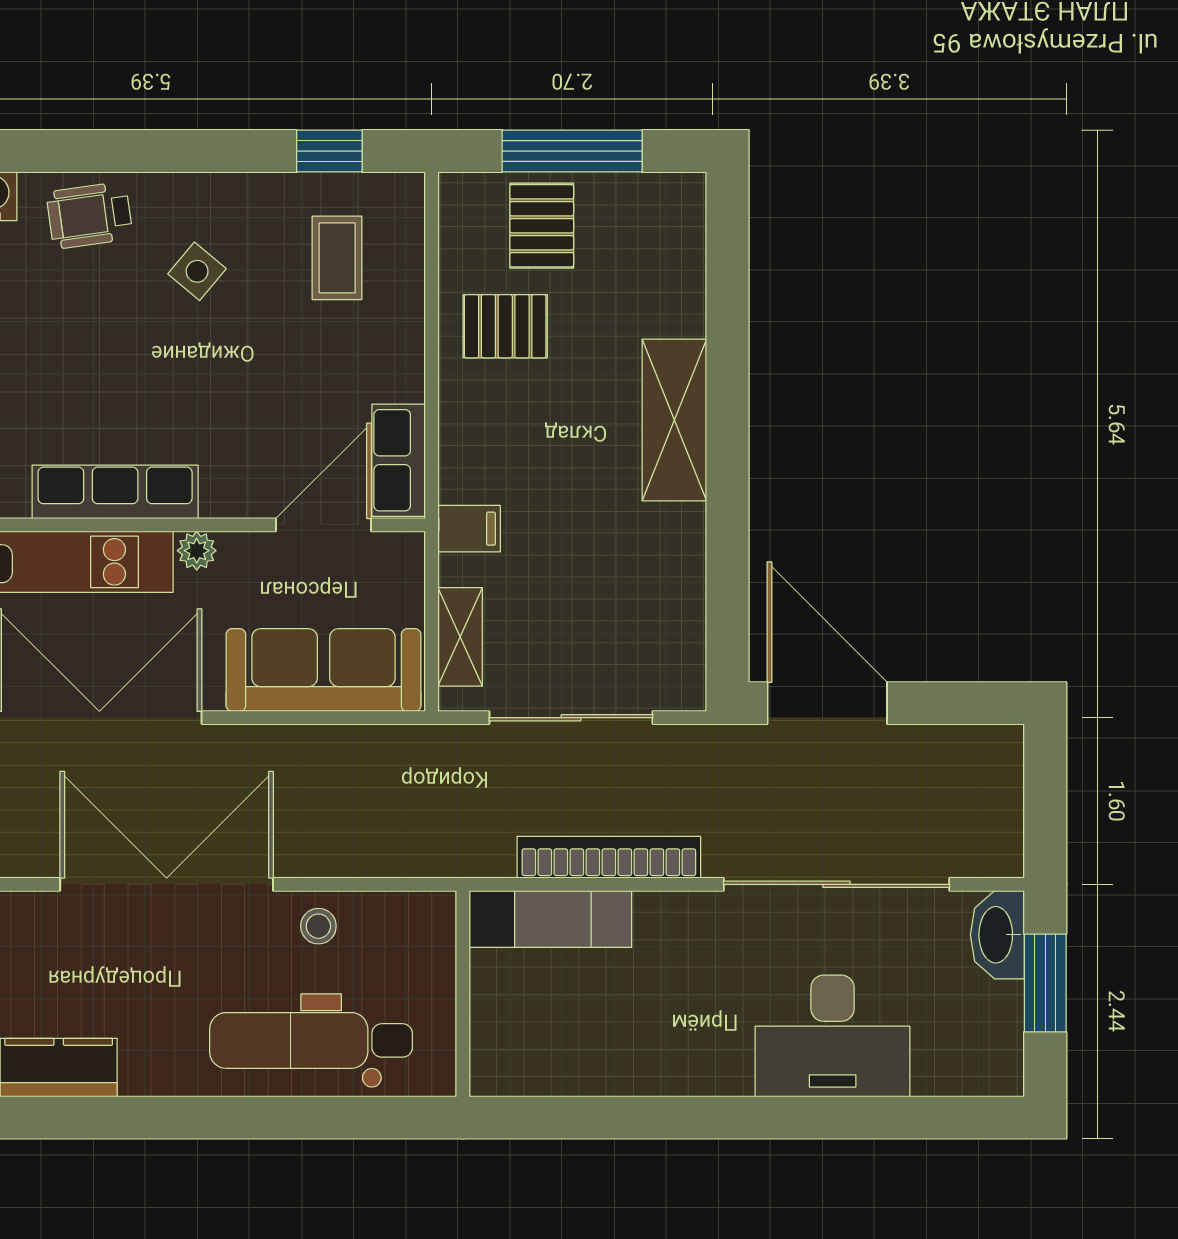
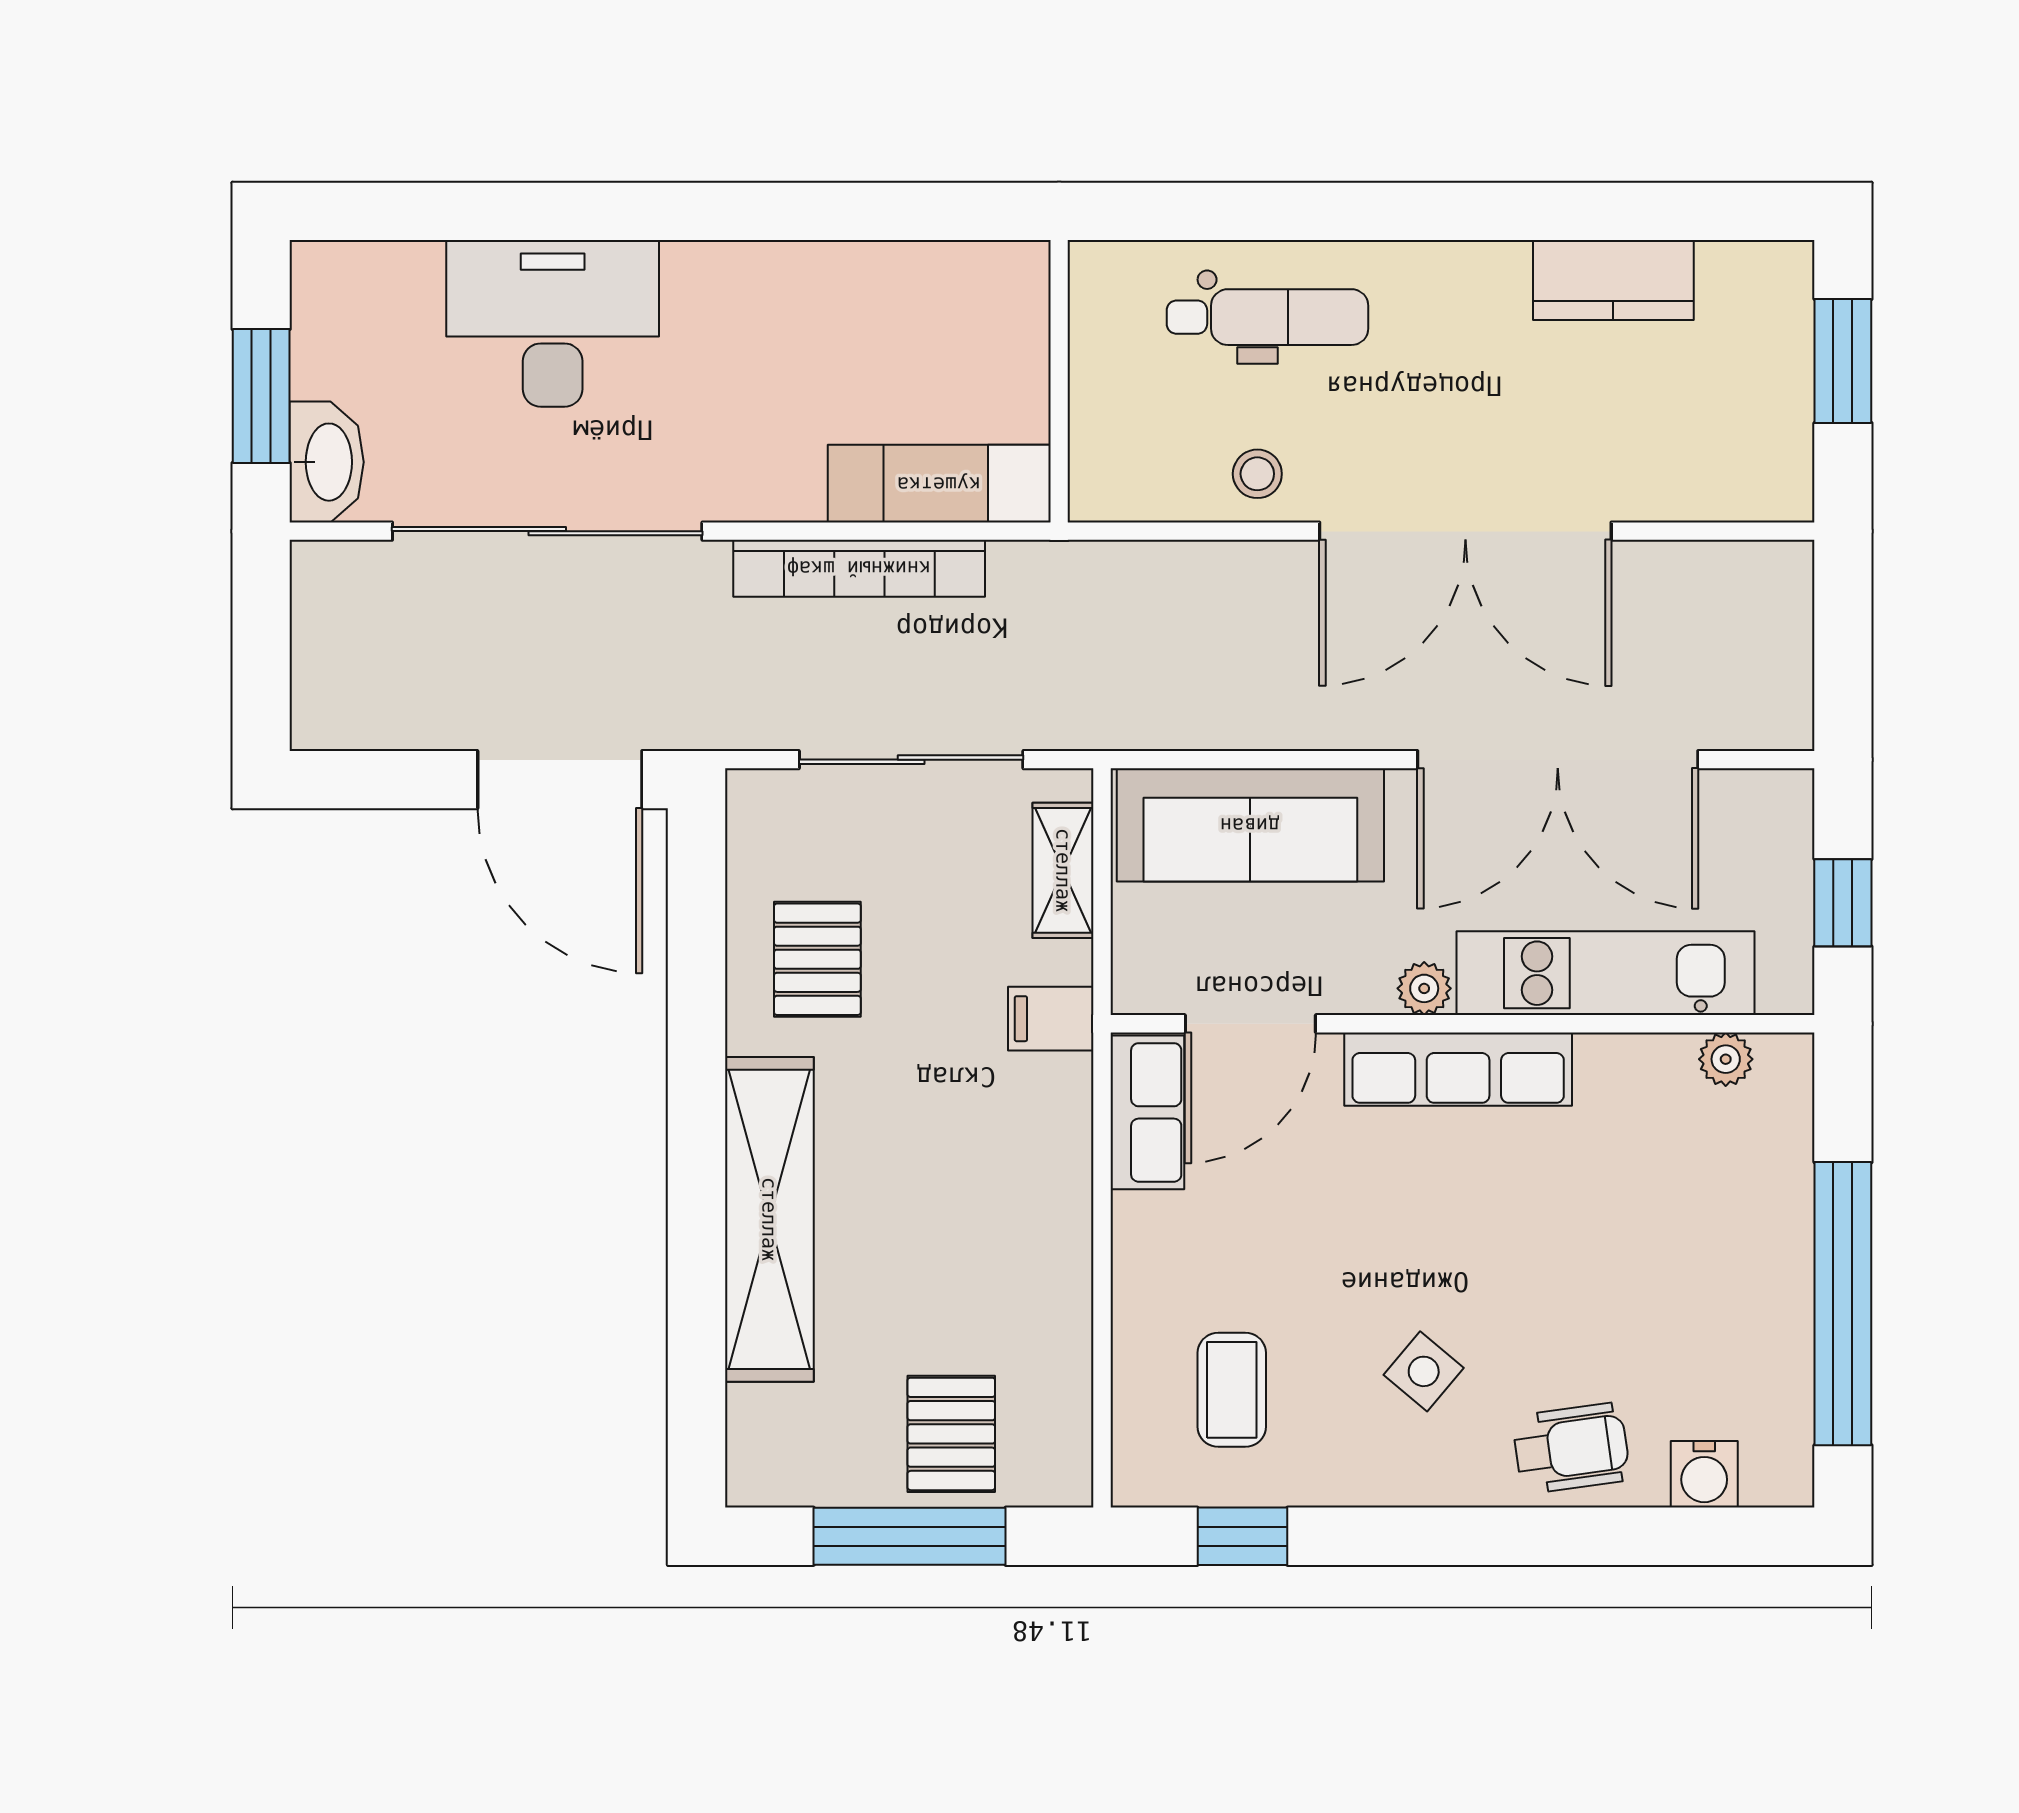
pallet: (505, 326) -> (817, 959), moved, turned 90
shelving: (674, 420) -> (769, 1219), width x1.47
row of seats: (115, 492) -> (1458, 1069), moved
dental chair: (311, 1040) -> (1267, 317), width x0.73, depth x0.72

